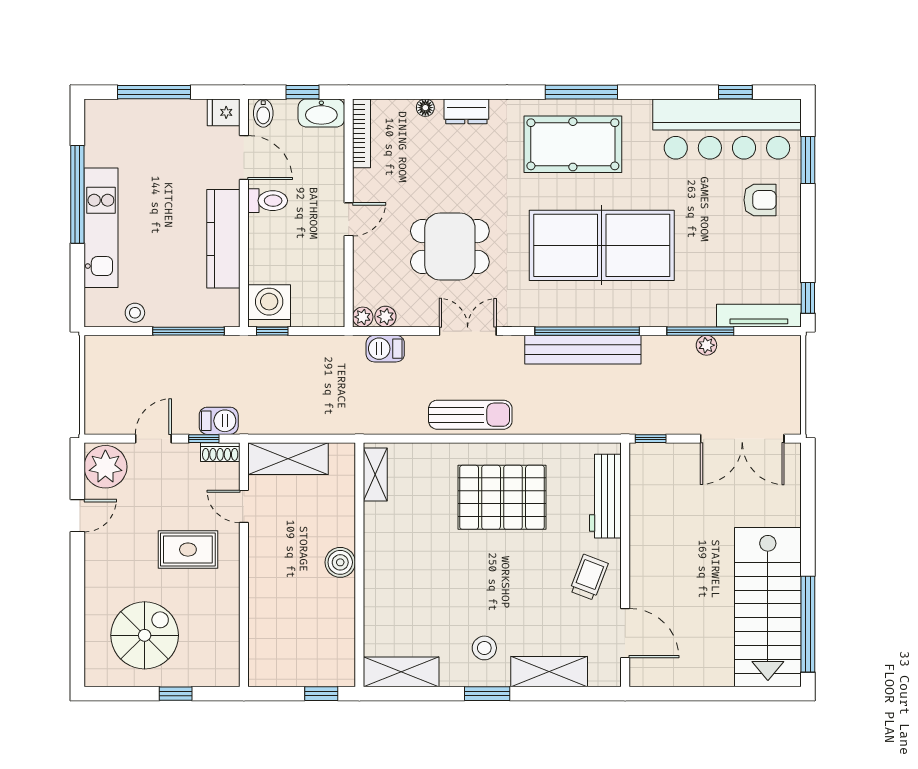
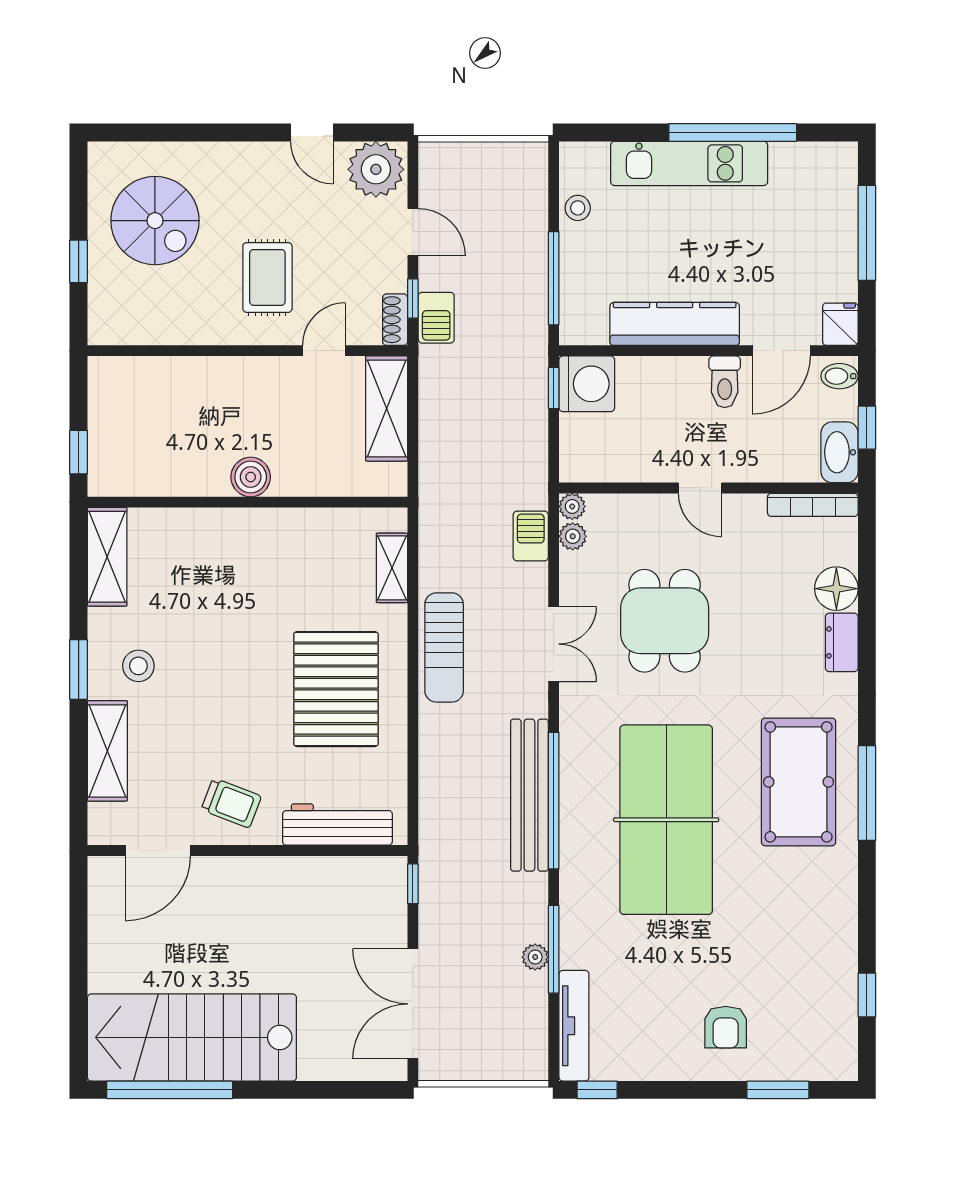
floor lamp: (425, 108) -> (836, 589), width x1.89, depth x1.89
bar counter: (727, 129) -> (819, 984), removed
shelving: (375, 474) -> (392, 568), moved, turned 90

